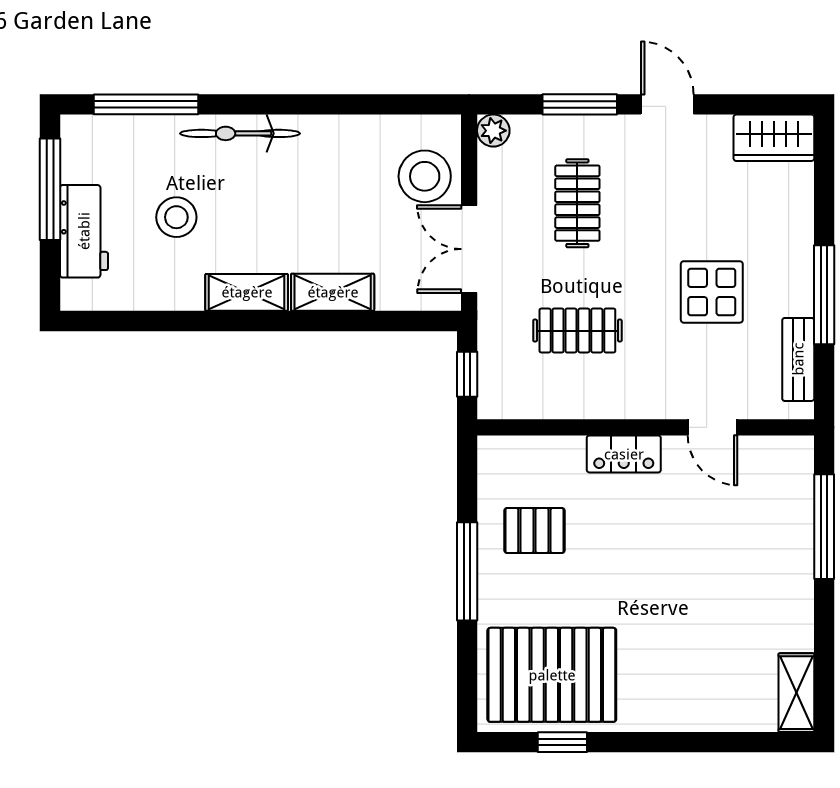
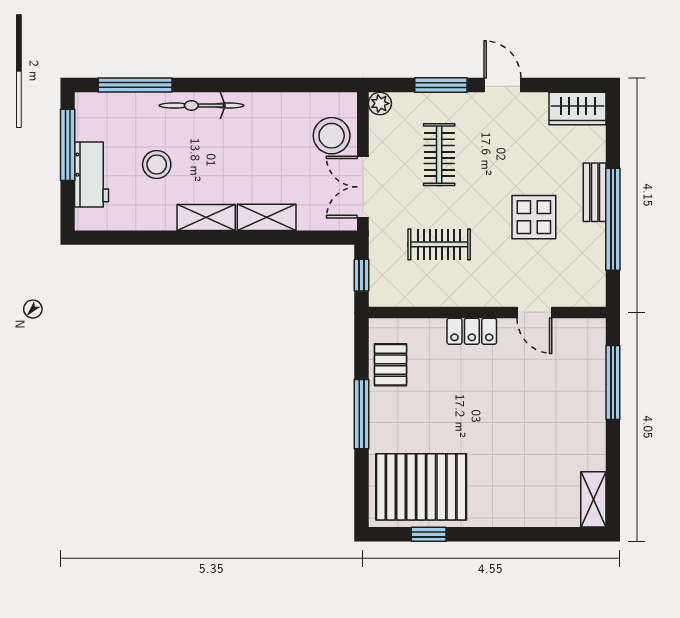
window: (824, 295) -> (613, 219), width x1.46
bench: (798, 359) -> (595, 192), moved
pallet: (534, 531) -> (390, 365), moved, turned 90

